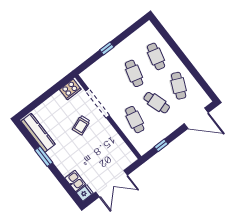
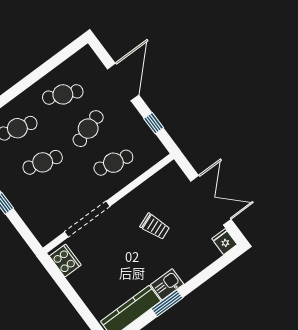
door: (196, 118) -> (123, 82), moved
trolley: (81, 125) -> (155, 227), moved
kitchen sink: (75, 181) -> (167, 284), moved

